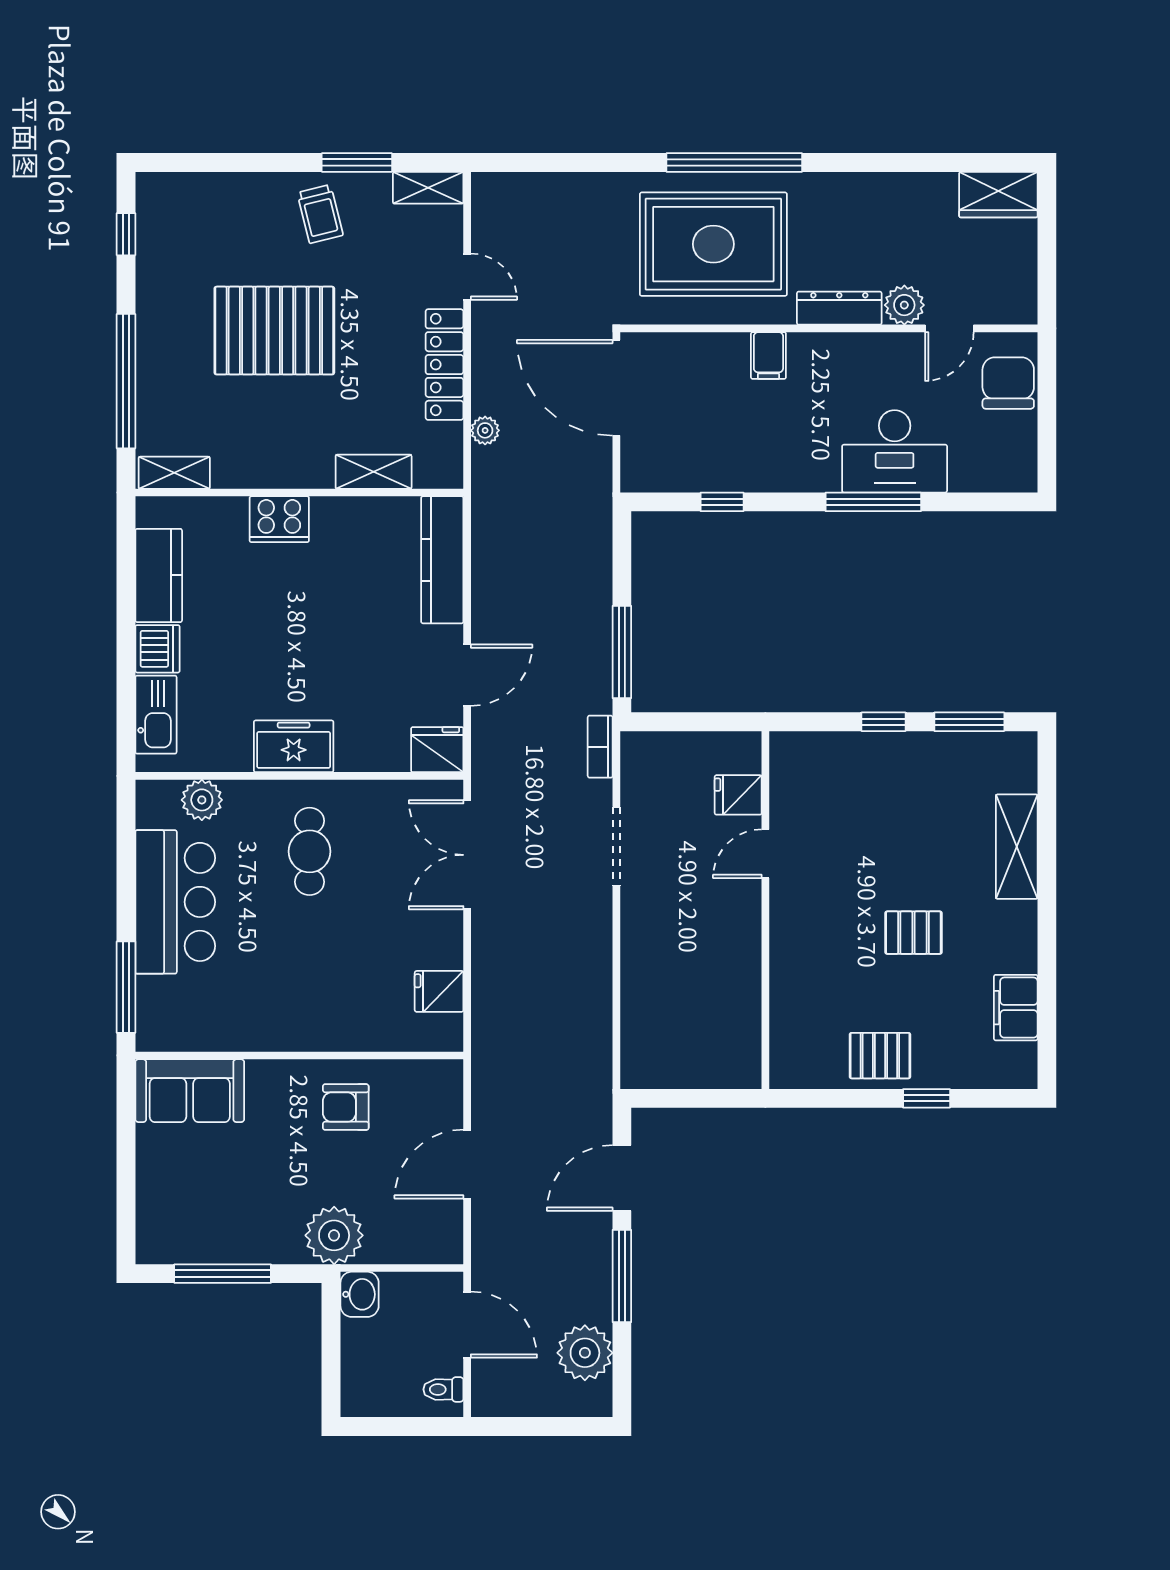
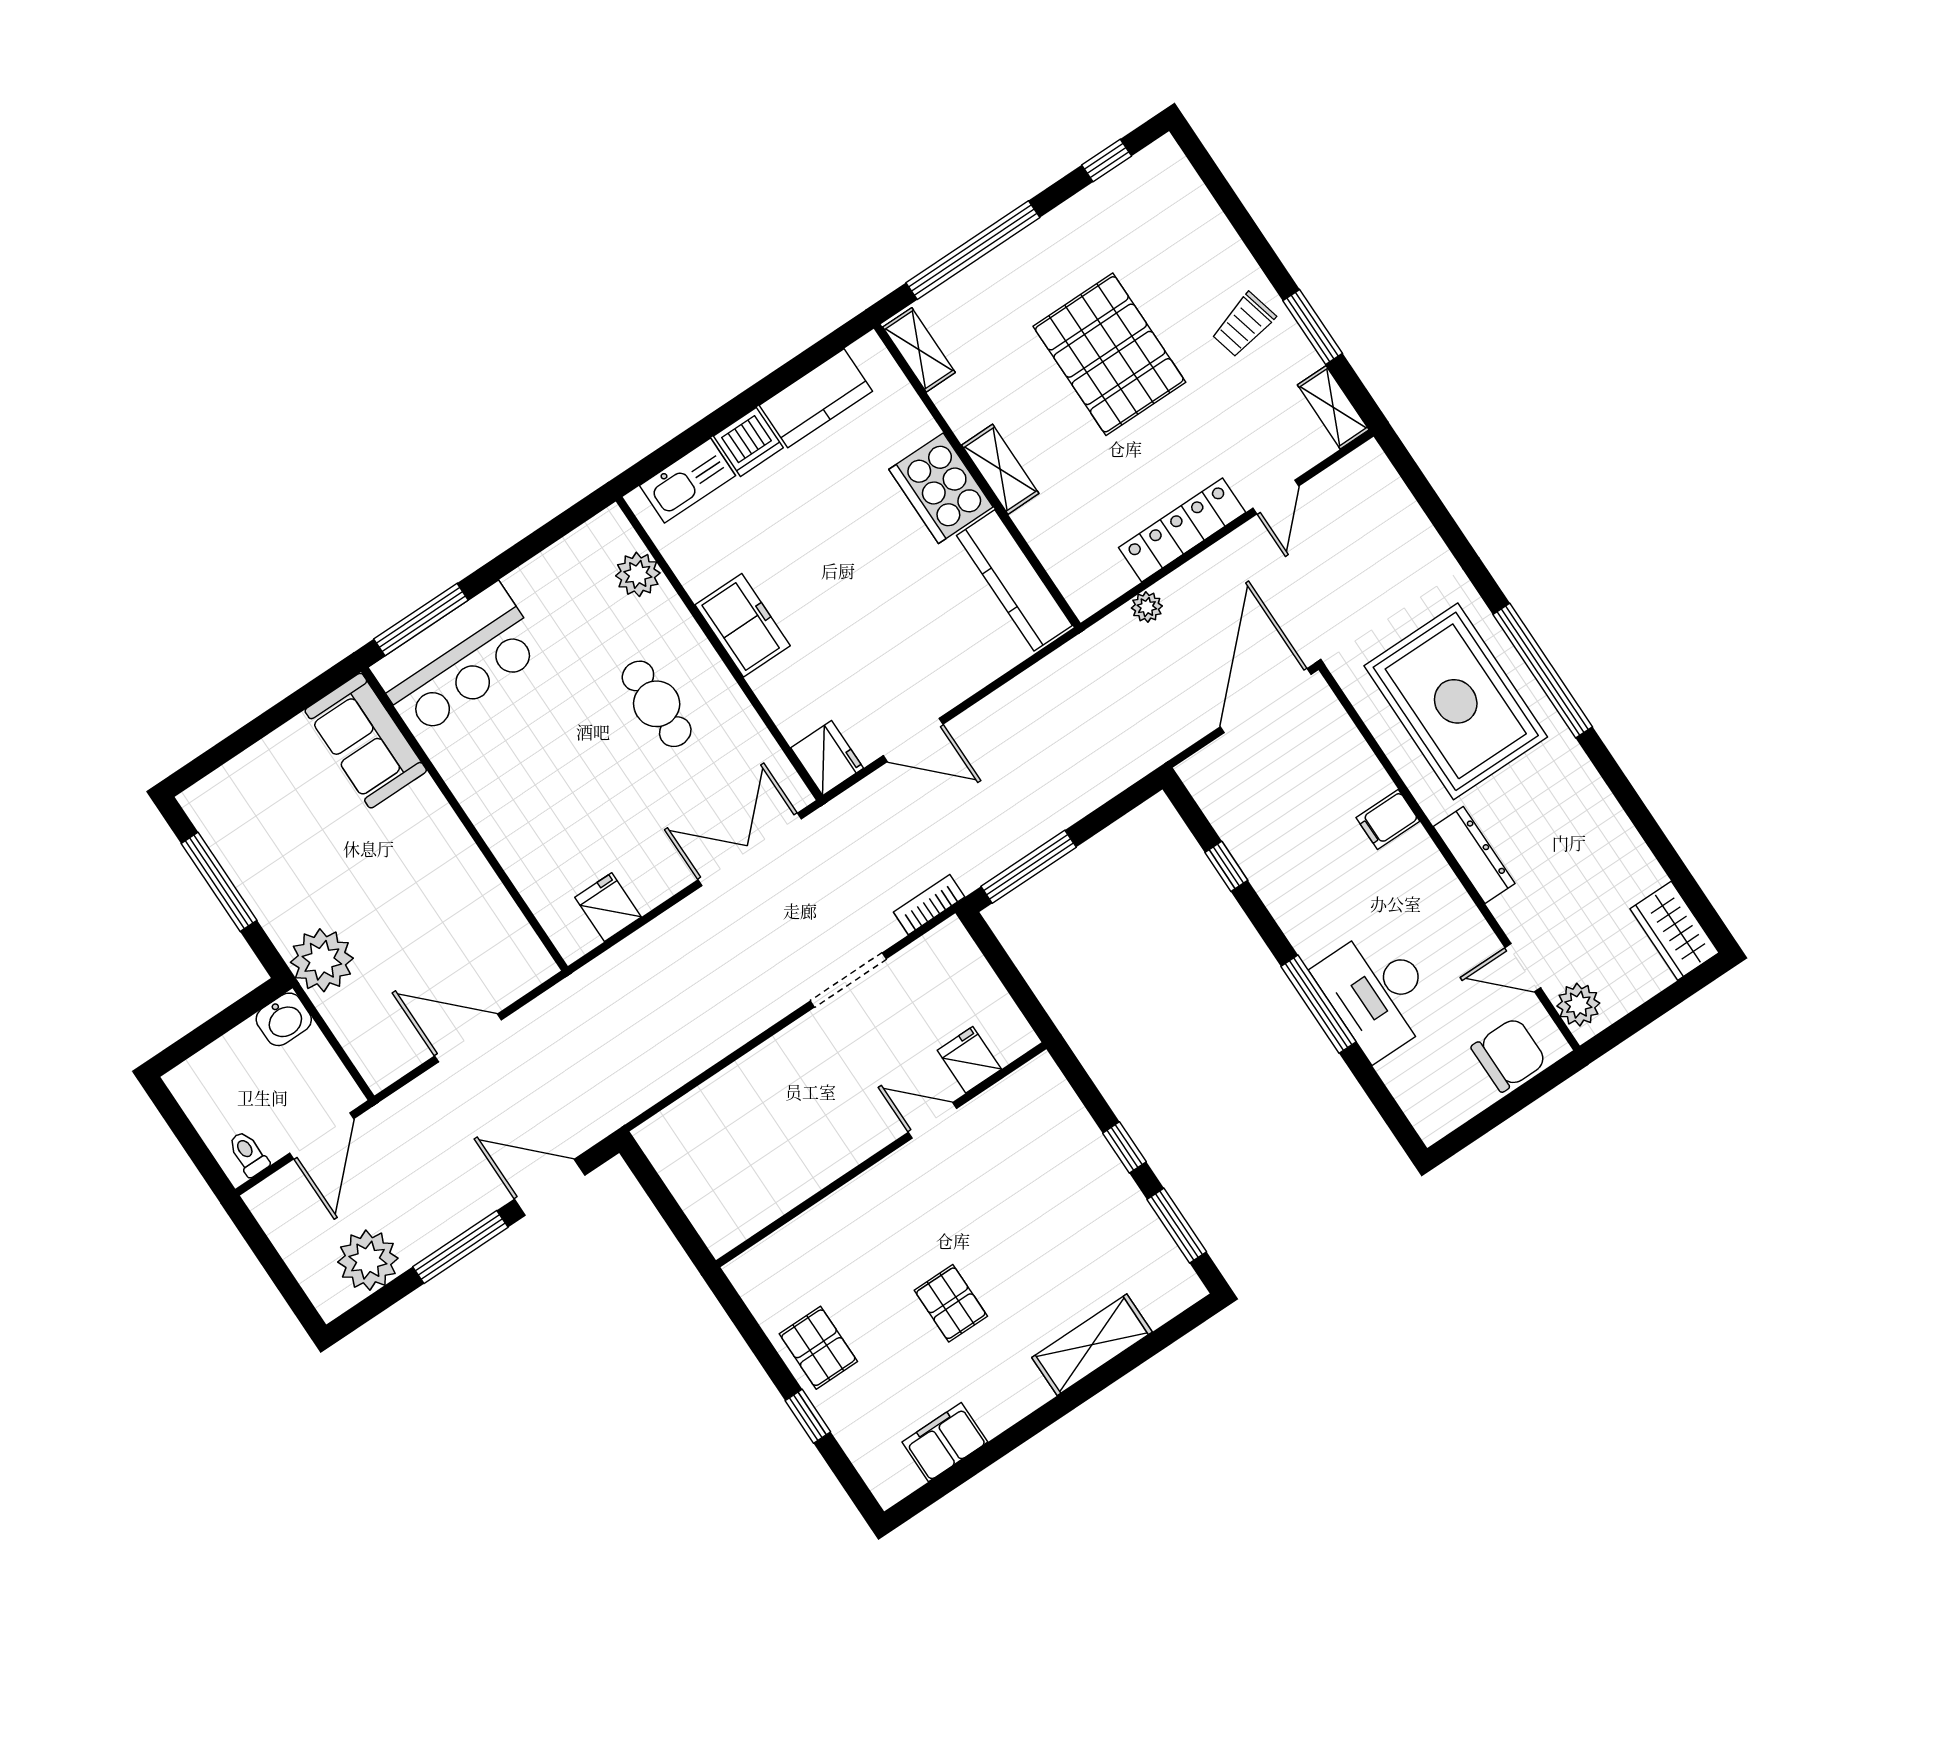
plant: (904, 305) -> (1578, 1005), moved
shelving: (374, 472) -> (1000, 469), moved
cooker: (279, 519) -> (941, 488), width x1.37, depth x1.31
kitchen counter: (442, 560) -> (1014, 580), moved, turned -90
cafe table: (310, 851) -> (657, 704), turned 90
bar counter: (175, 902) -> (458, 660), moved
armchair: (346, 1107) -> (446, 893), removed

